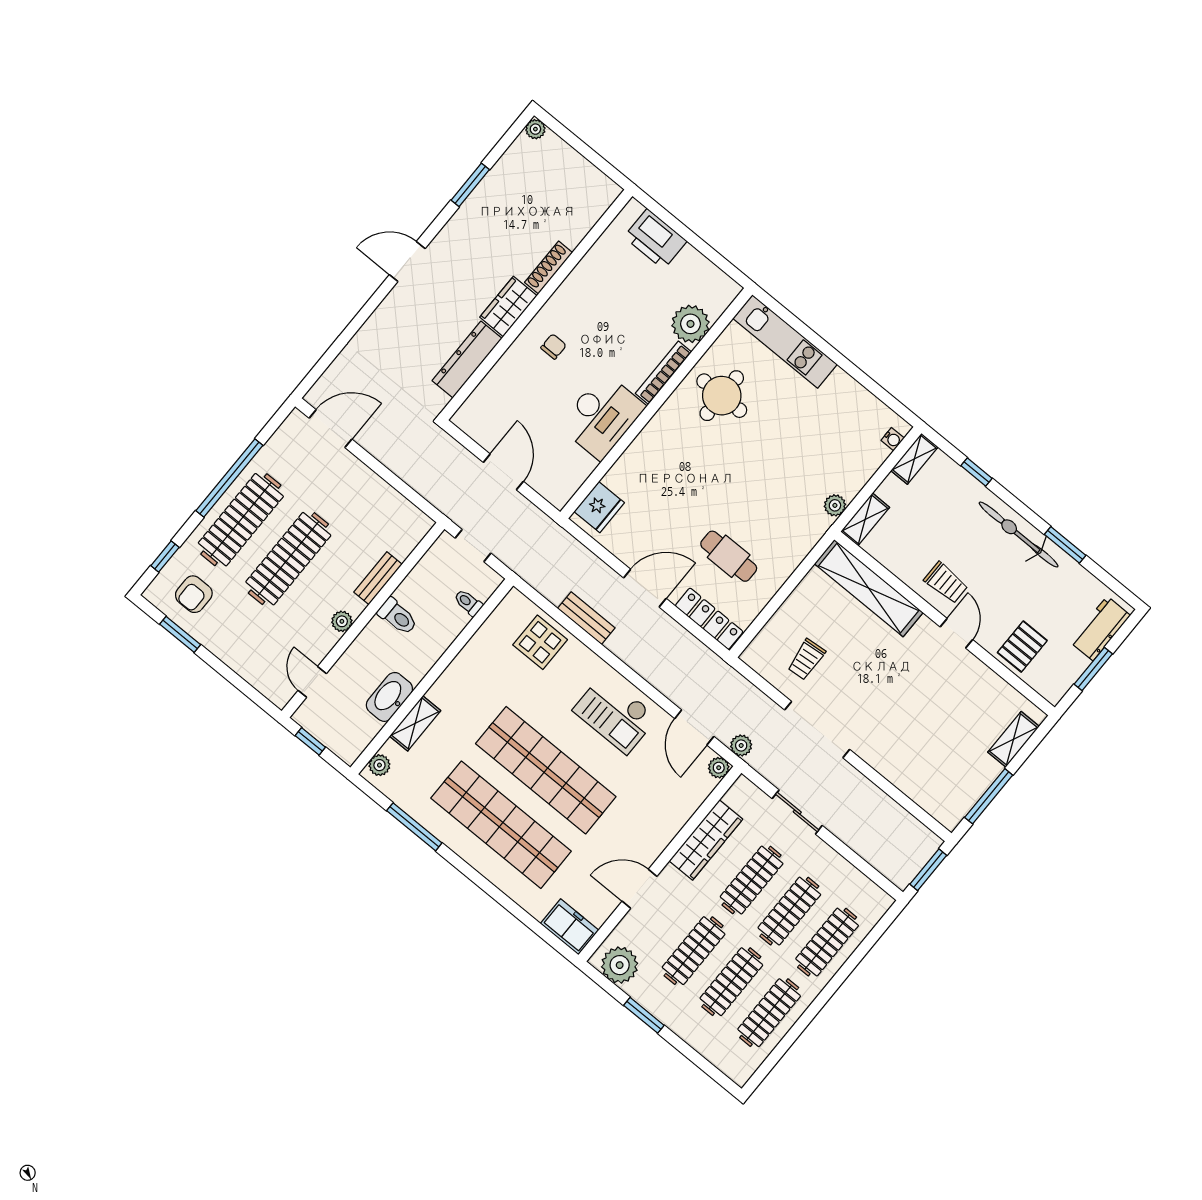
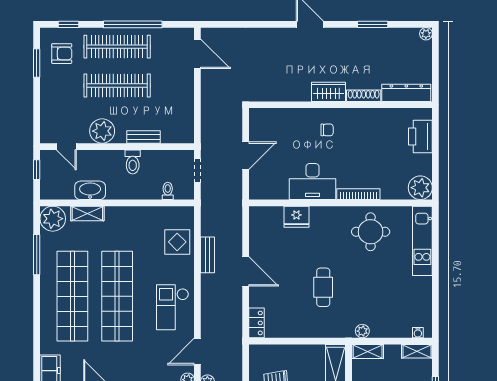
plant: (690, 324) -> (420, 188), moved
dresser: (467, 359) -> (406, 93), moved
fridge: (599, 507) -> (296, 217), moved
cafe table: (729, 556) -> (323, 287), moved
armchair: (194, 594) -> (62, 54), turned 180
locker: (709, 619) -> (256, 323), width x0.66
plant: (342, 621) -> (102, 131), width x1.87, depth x1.87
door: (312, 682) -> (66, 147), swing flipped
plant: (379, 765) -> (53, 219), width x1.87, depth x1.87

